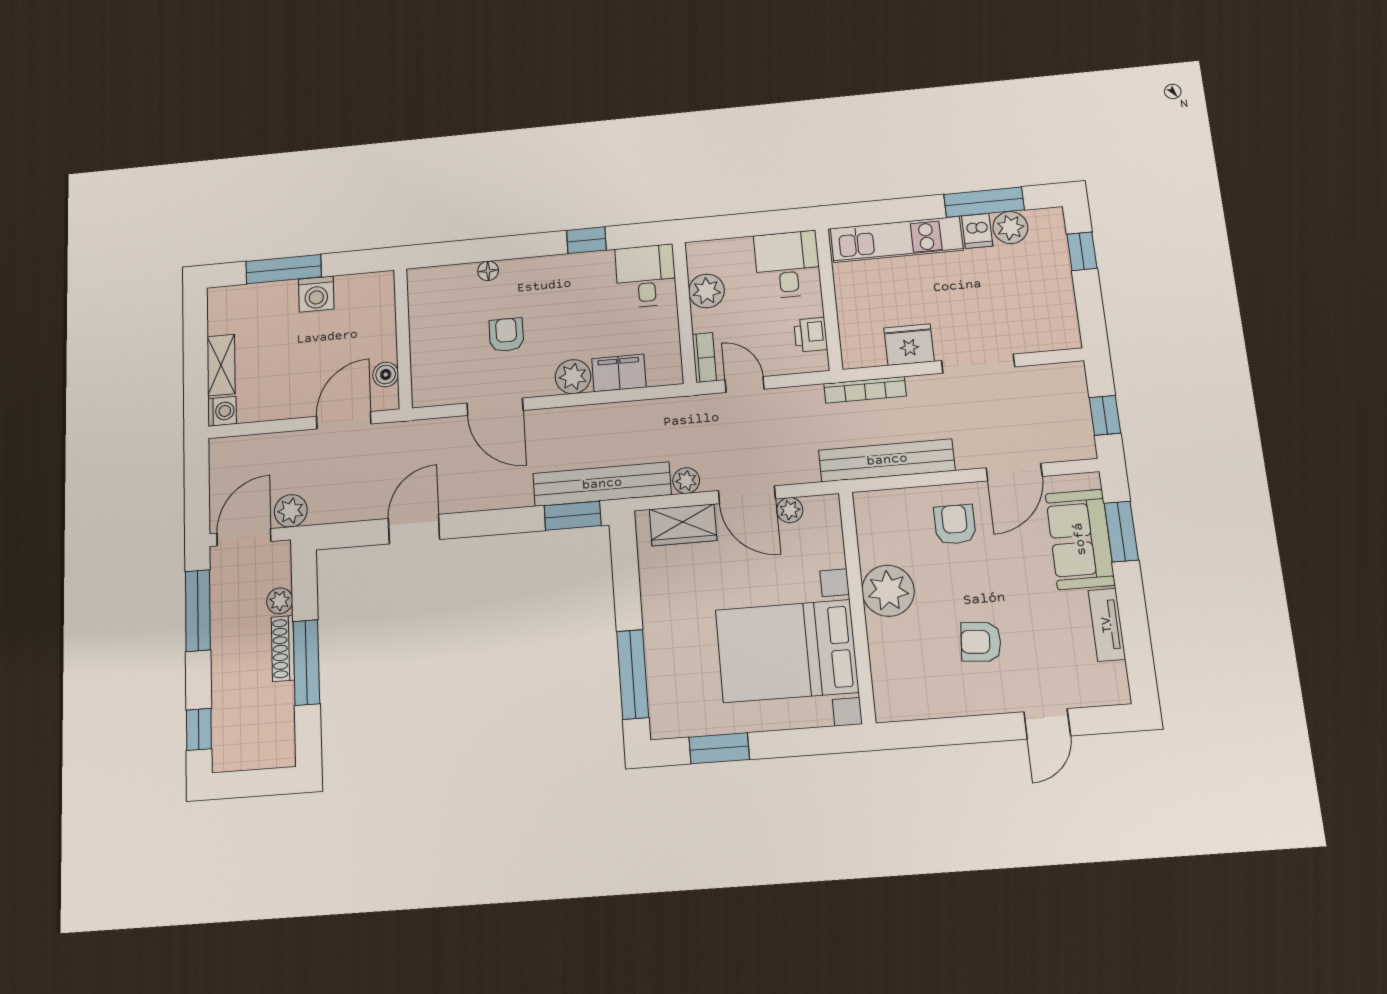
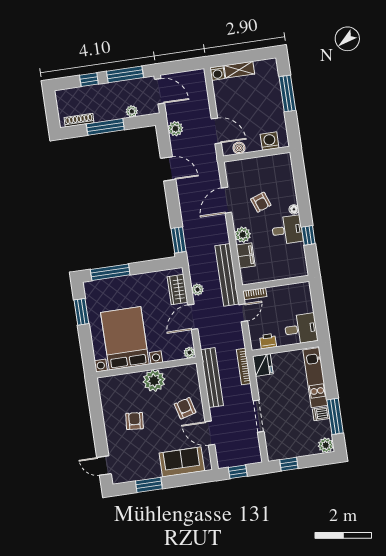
plant: (1010, 227) -> (326, 445), moved
window: (1082, 251) -> (289, 464), moved
floor lamp: (488, 271) -> (294, 209), moved
desk: (646, 276) -> (287, 230), moved
plant: (707, 291) -> (286, 293), removed
washing machine: (316, 294) -> (270, 141), moved, turned 90
armchair: (506, 335) -> (261, 202), turned 70
fridge: (909, 345) -> (263, 365), moved
bench: (602, 484) -> (227, 275), moved
plant: (790, 510) -> (189, 353), moved
plant: (291, 511) -> (175, 129), moved
armchair: (955, 524) -> (185, 408), turned -105
window: (1121, 531) -> (149, 485), moved
tv unit: (1107, 625) -> (145, 474), removed
shoe rack: (283, 649) -> (79, 120), moved
door: (1047, 724) -> (104, 466), moved
window: (199, 729) -> (89, 80), moved

